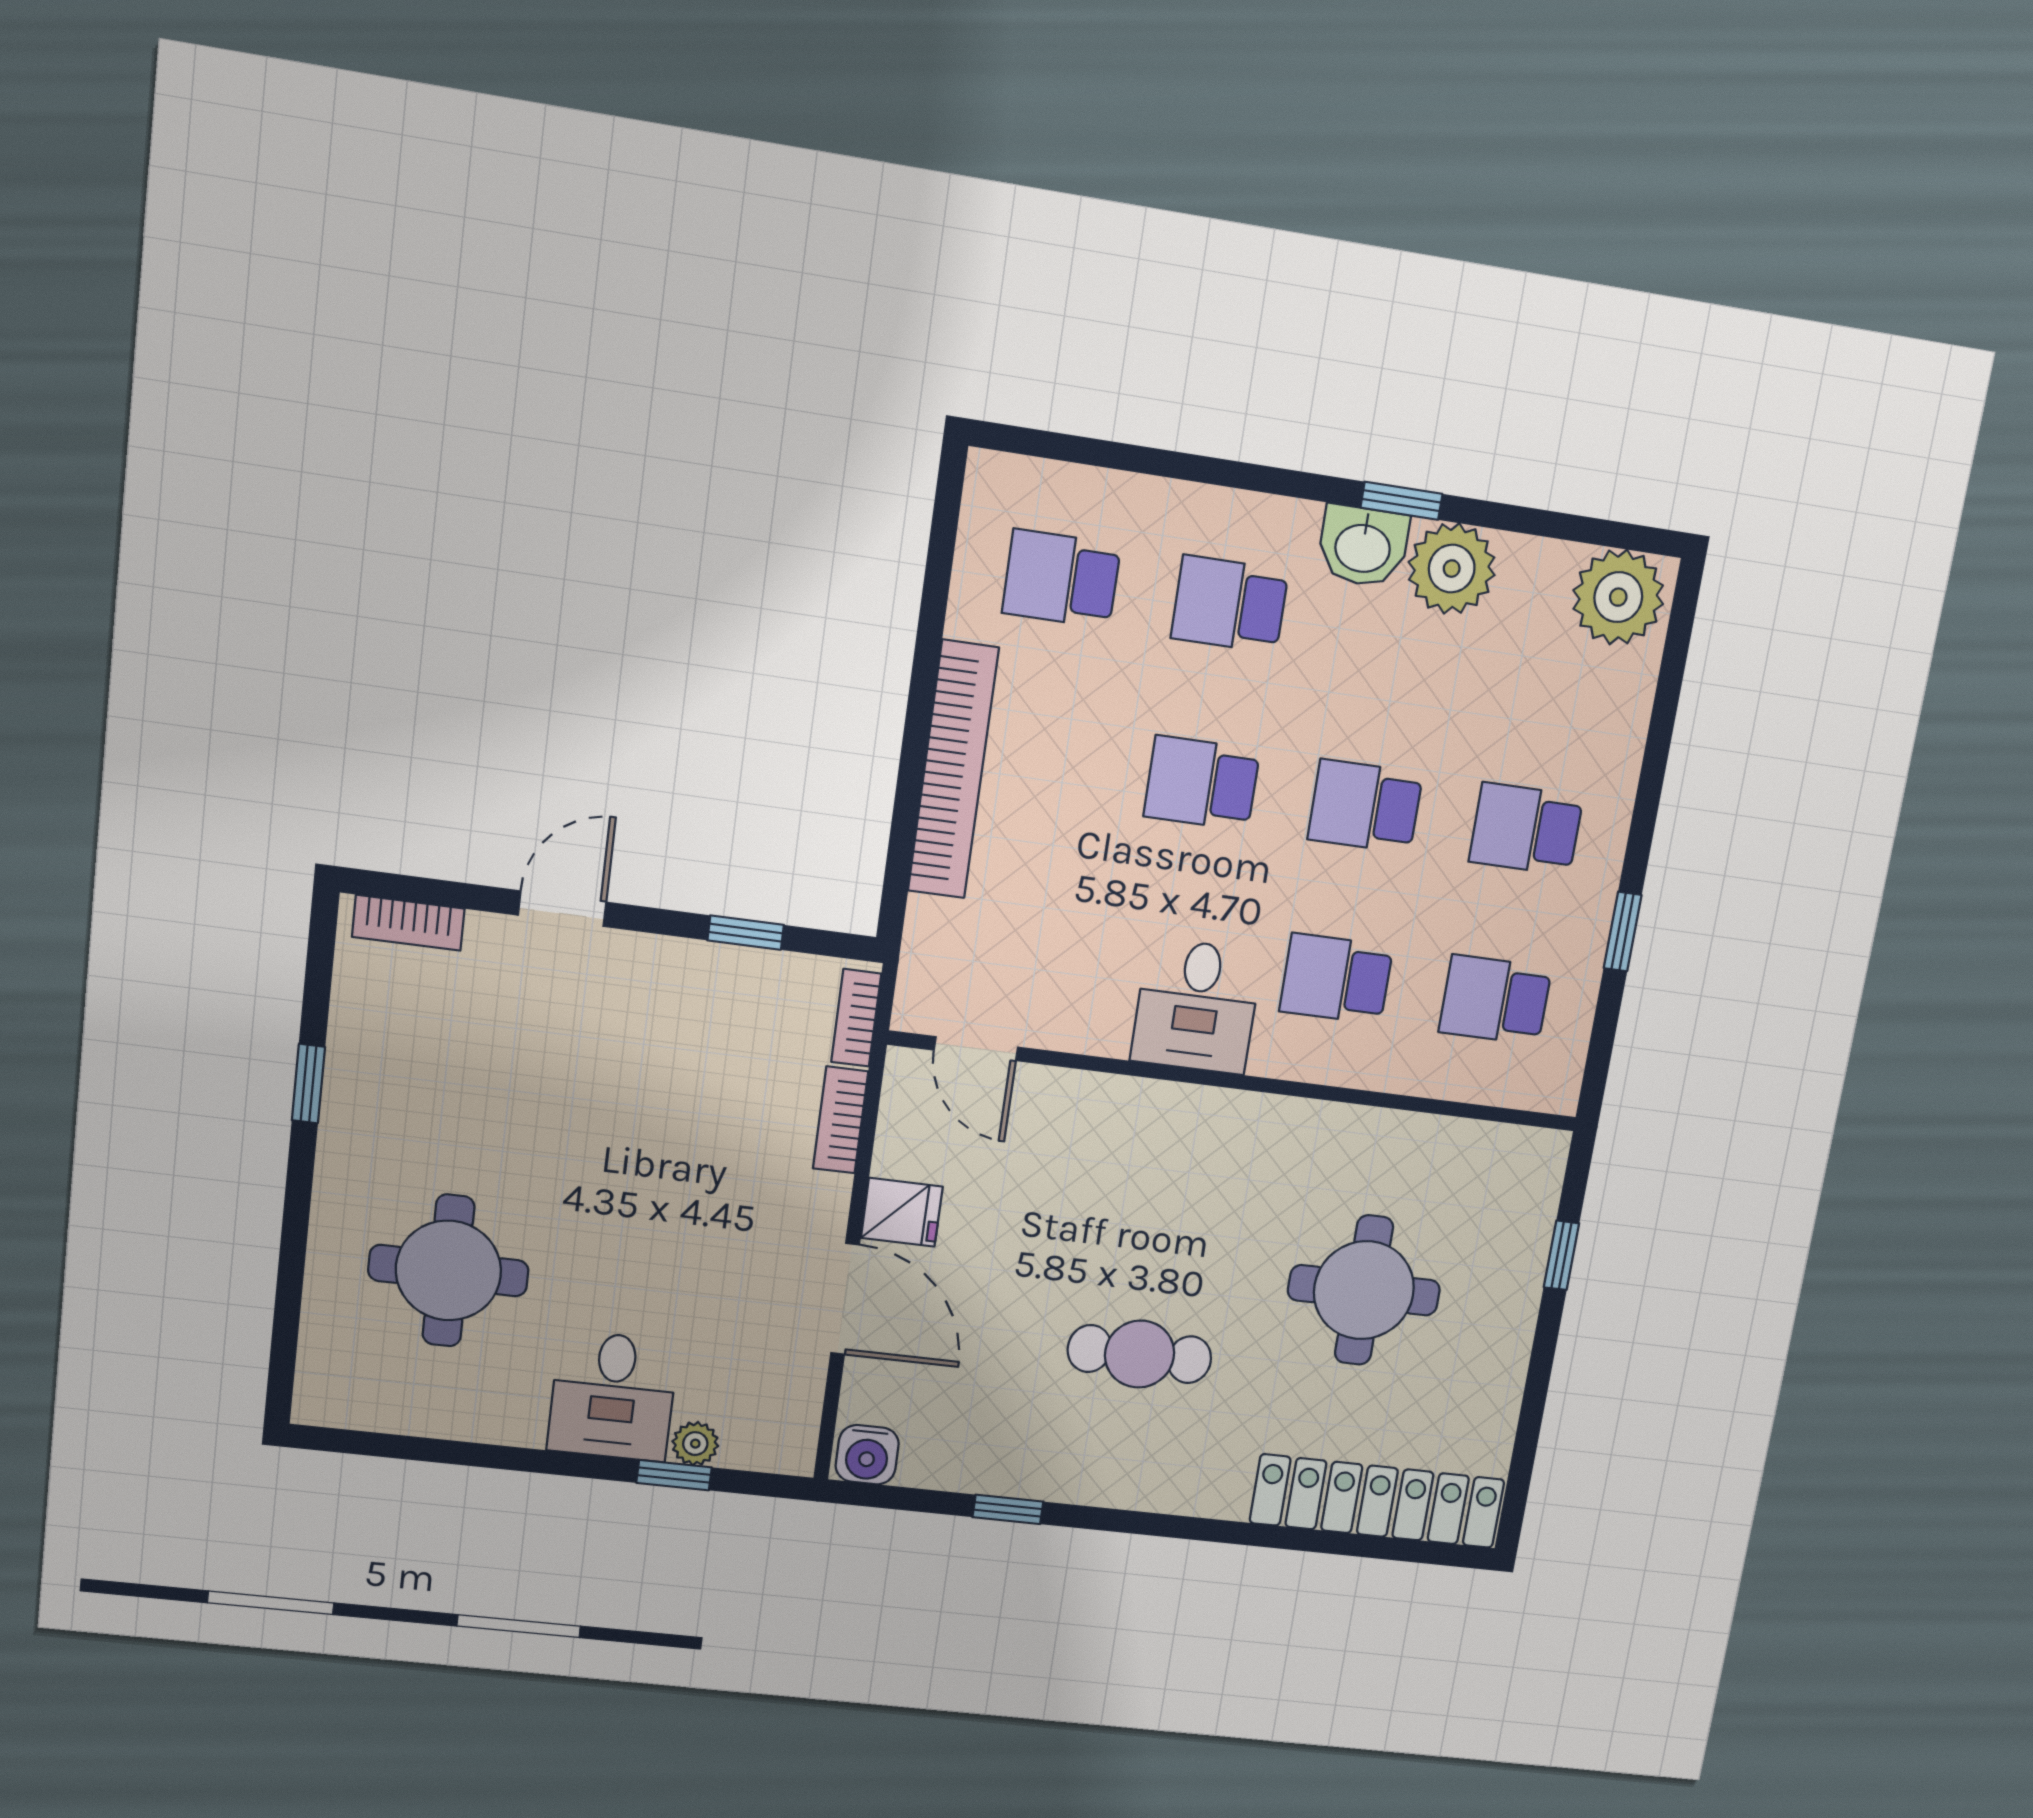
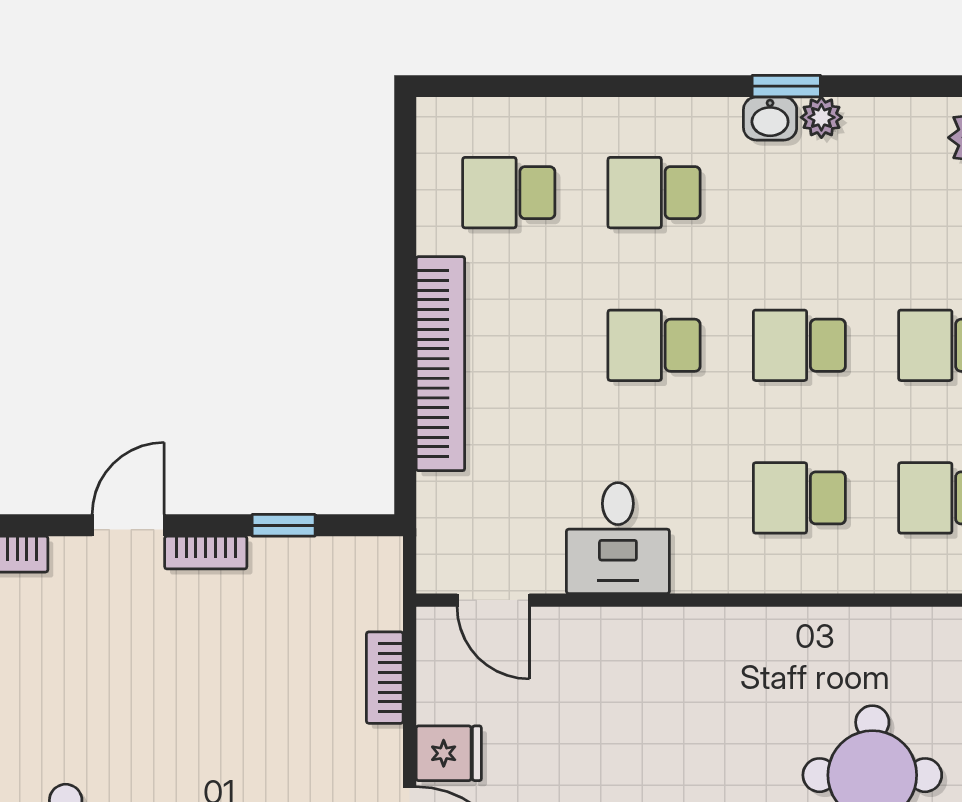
washbasin: (1363, 546) -> (770, 119), width x0.72, depth x0.69
plant: (1452, 569) -> (821, 117), width x0.53, depth x0.53
desk: (1196, 1006) -> (618, 538), moved
bookcase: (856, 1018) -> (206, 553), moved, turned -90

